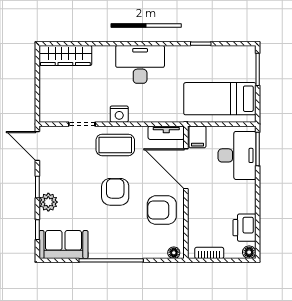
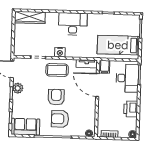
plant: (48, 202) -> (18, 88), moved
armchair: (162, 210) -> (60, 119), moved
printer: (245, 228) -> (131, 109), moved

